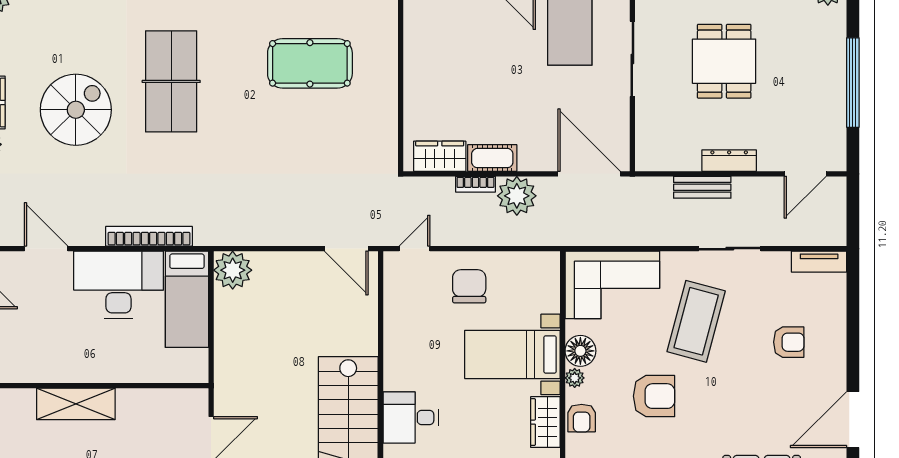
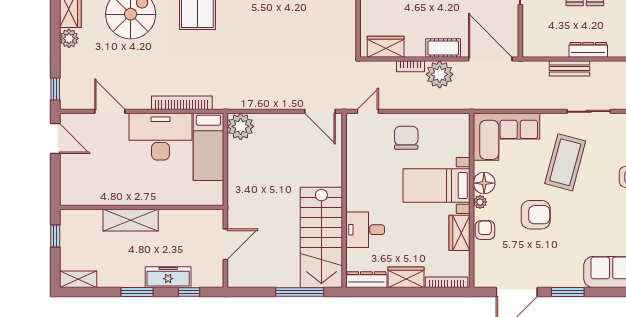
cot: (492, 158) -> (443, 48), moved
armchair: (582, 418) -> (485, 230), turned 180

